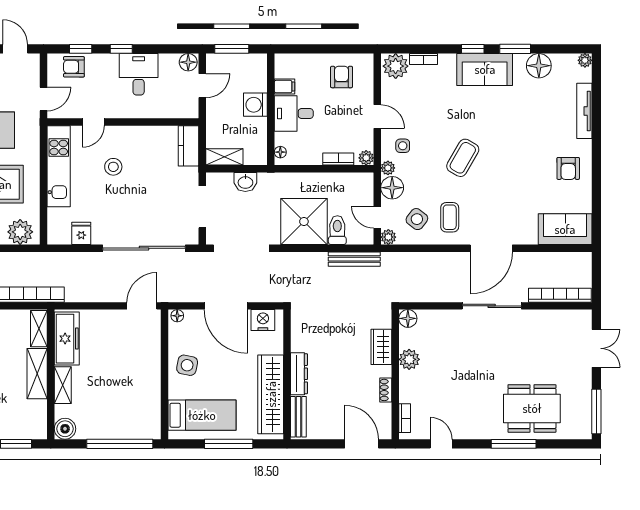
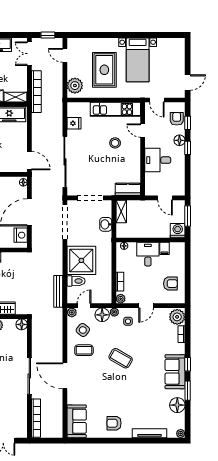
floor lamp: (188, 62) -> (179, 140), moved
desk: (139, 74) -> (158, 160), moved, turned 180
washing machine: (255, 105) -> (178, 231), moved

